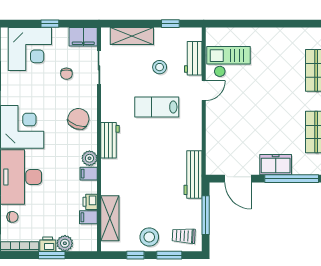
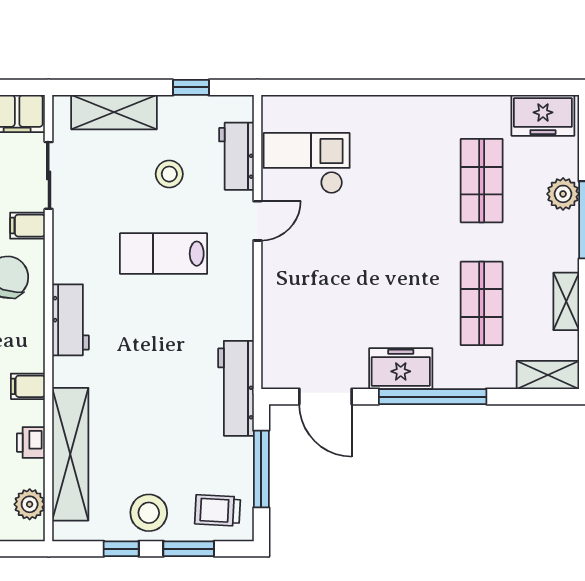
plant: (89, 158) -> (30, 504), moved
filing cabinet: (88, 217) -> (28, 226), moved
shelving: (110, 218) -> (70, 454), width x1.47

